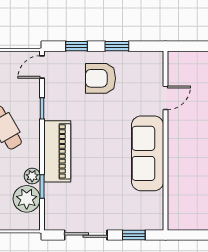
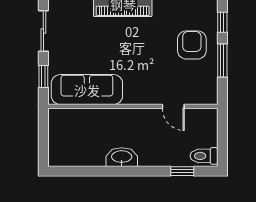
window: (117, 46) -> (222, 60), width x1.50
sofa: (148, 153) -> (87, 90), moved

